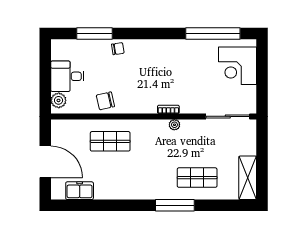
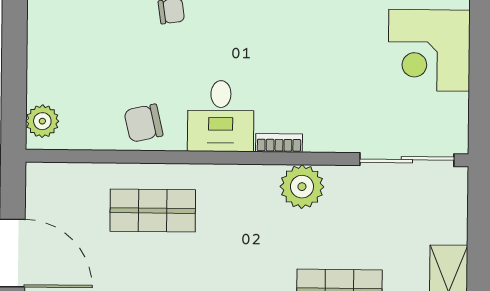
desk: (67, 76) -> (221, 116), moved, turned -90
plant: (174, 125) -> (302, 187), width x1.88, depth x1.88

